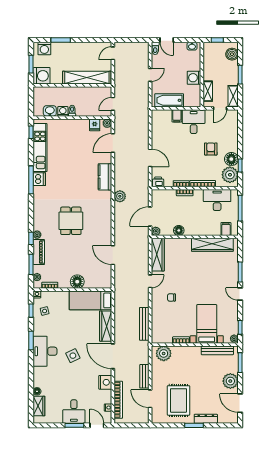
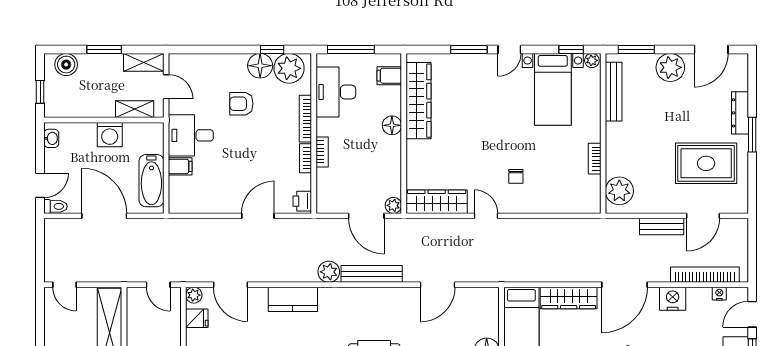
door: (150, 75) -> (104, 216), width x1.88
floor lamp: (179, 230) -> (392, 125), moved
bench: (144, 324) -> (372, 274), moved
bed with nightstands: (207, 324) -> (553, 89), moved, turned -90

